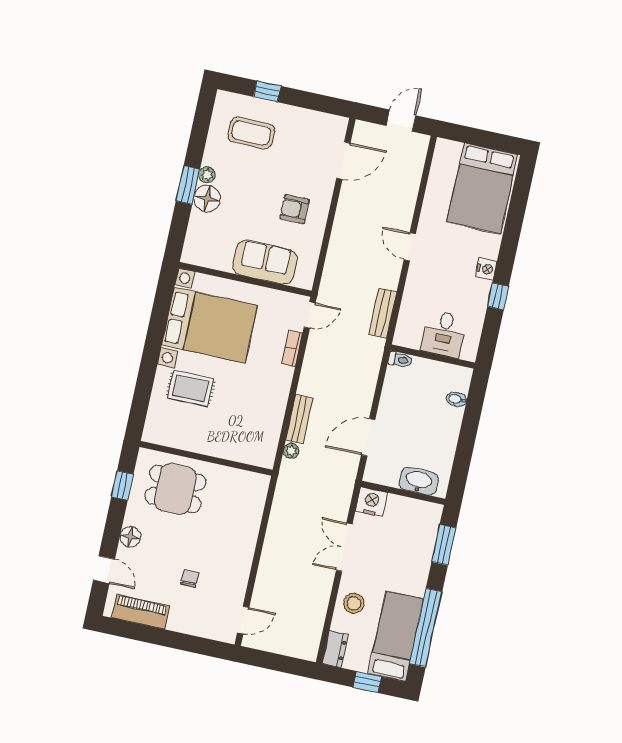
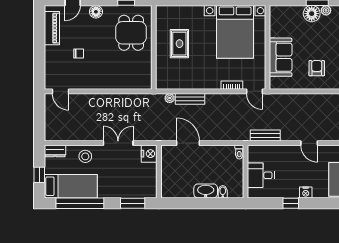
door: (410, 247) -> (309, 143), swing flipped
rug: (191, 388) -> (179, 44), moved
washbasin: (419, 481) -> (206, 191), moved, turned -90

